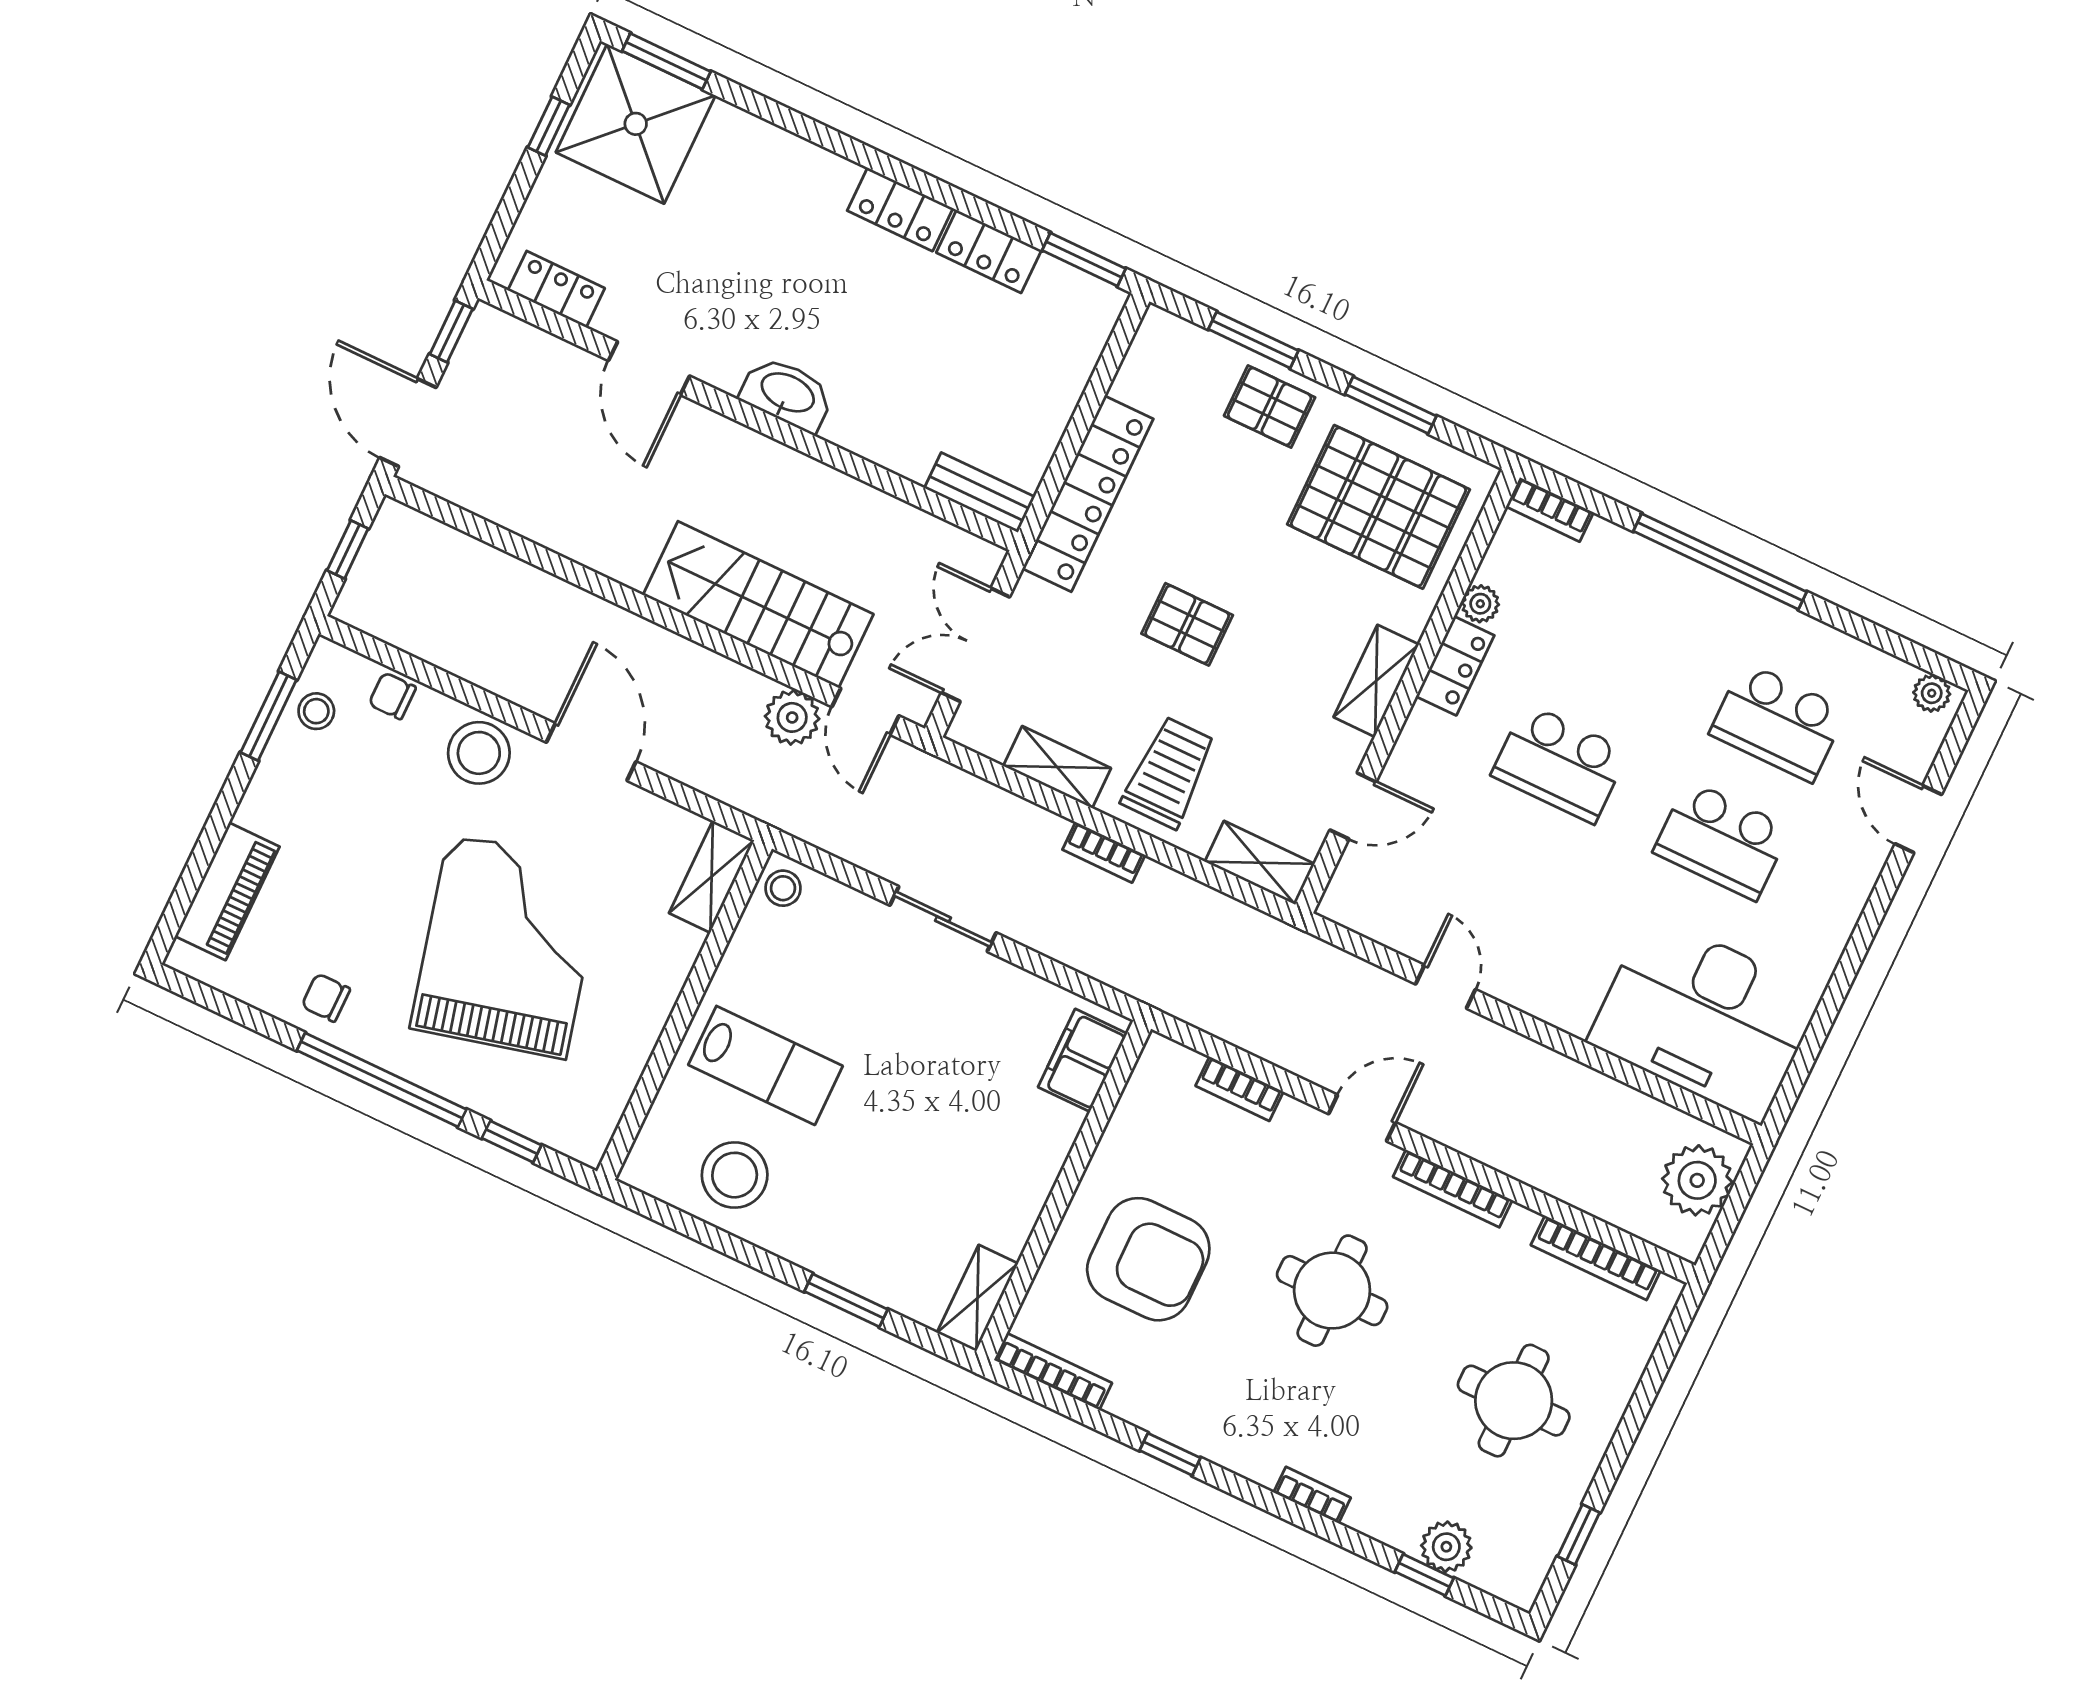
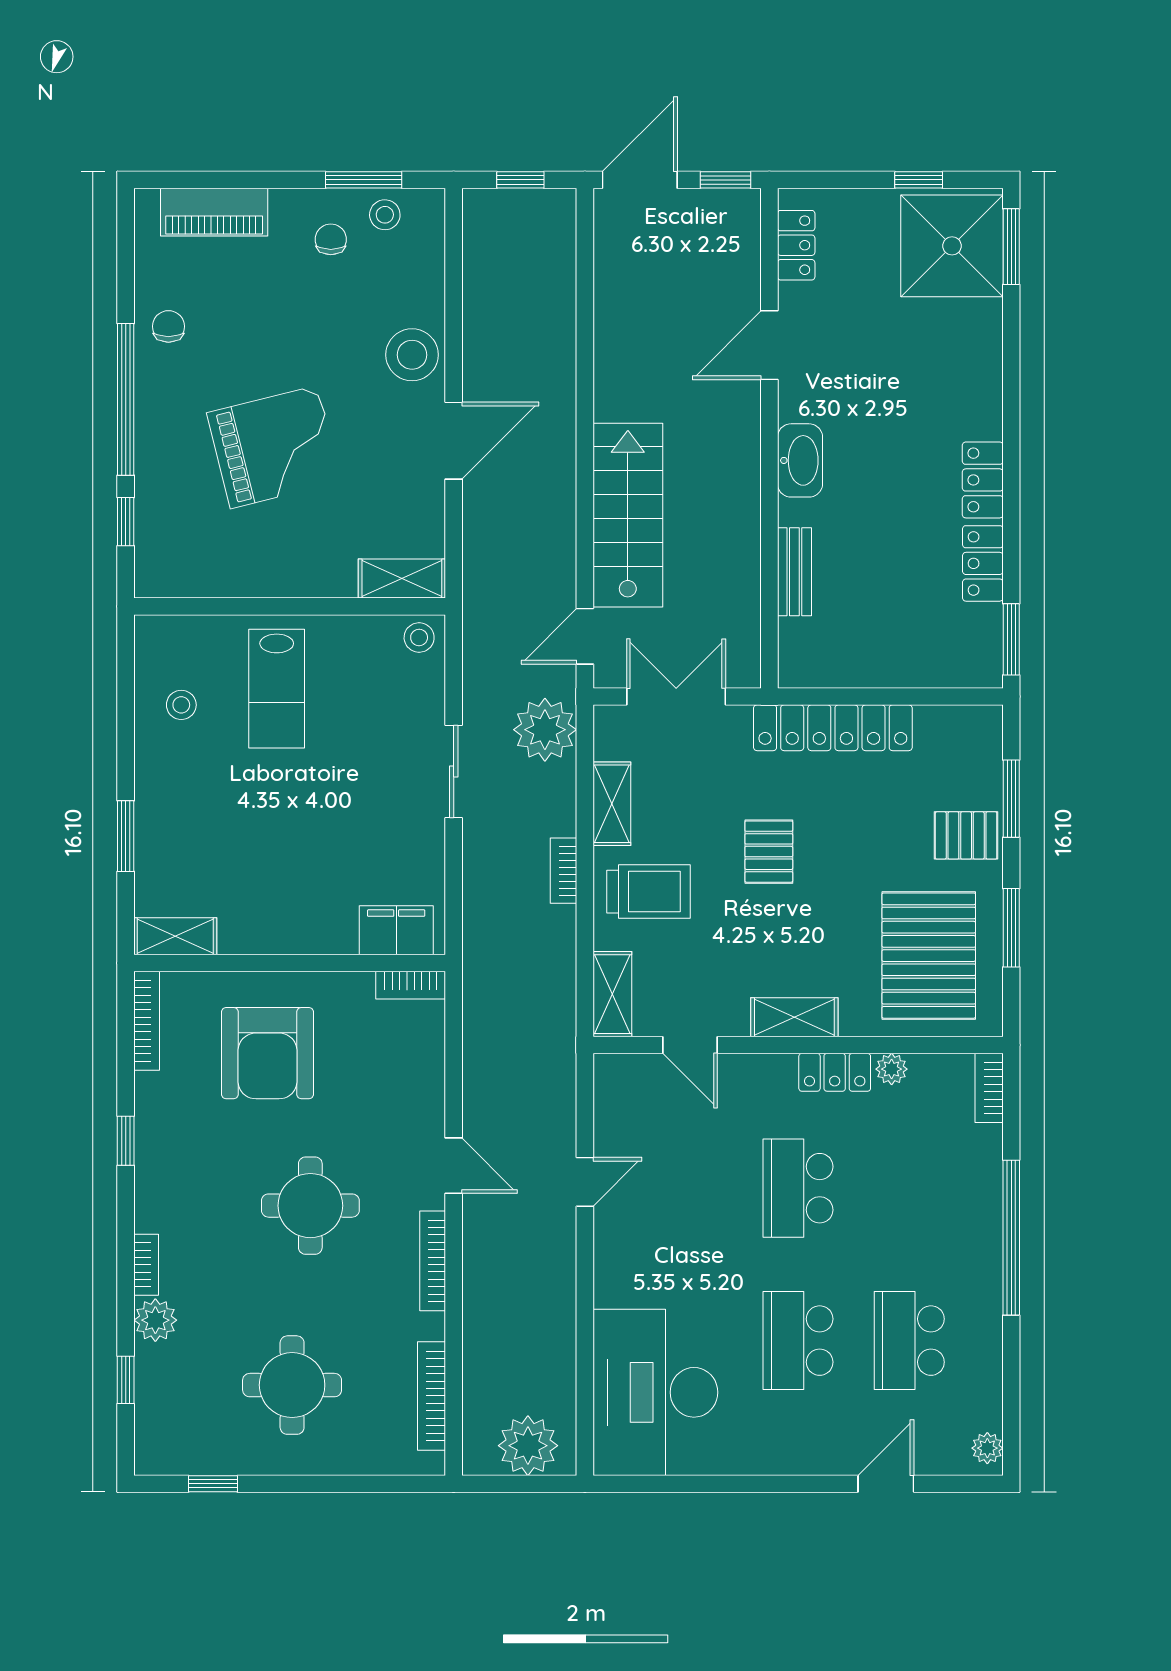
pallet: (1270, 407) -> (966, 835), turned 90
bench: (980, 492) -> (794, 572), moved
chair: (392, 696) -> (331, 239), moved
plant: (792, 717) -> (545, 730), moved, width x1.36, depth x1.36
grand piano: (507, 946) -> (274, 447), width x0.73, depth x0.68
bookcase: (1239, 1089) -> (411, 985), moved, turned -90
stool: (735, 1175) -> (181, 705), width x0.53, depth x0.53
plant: (1446, 1547) -> (155, 1320), moved

